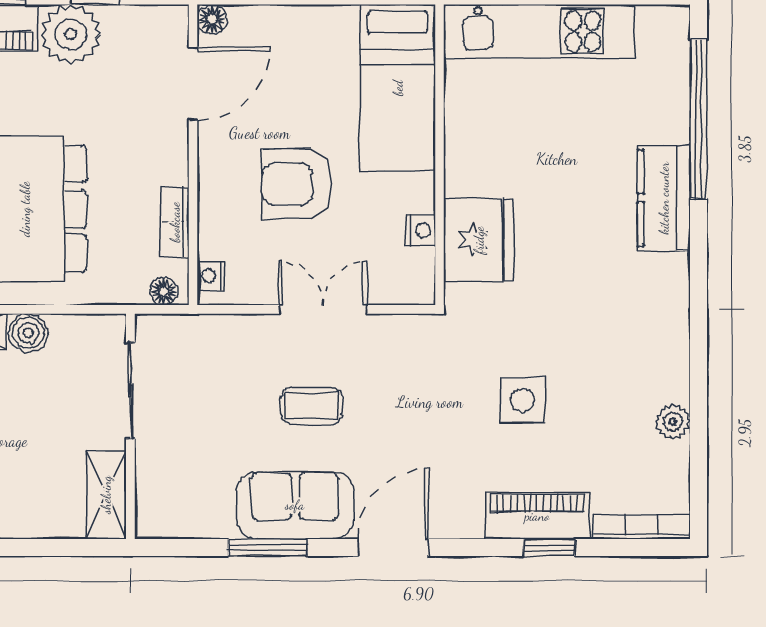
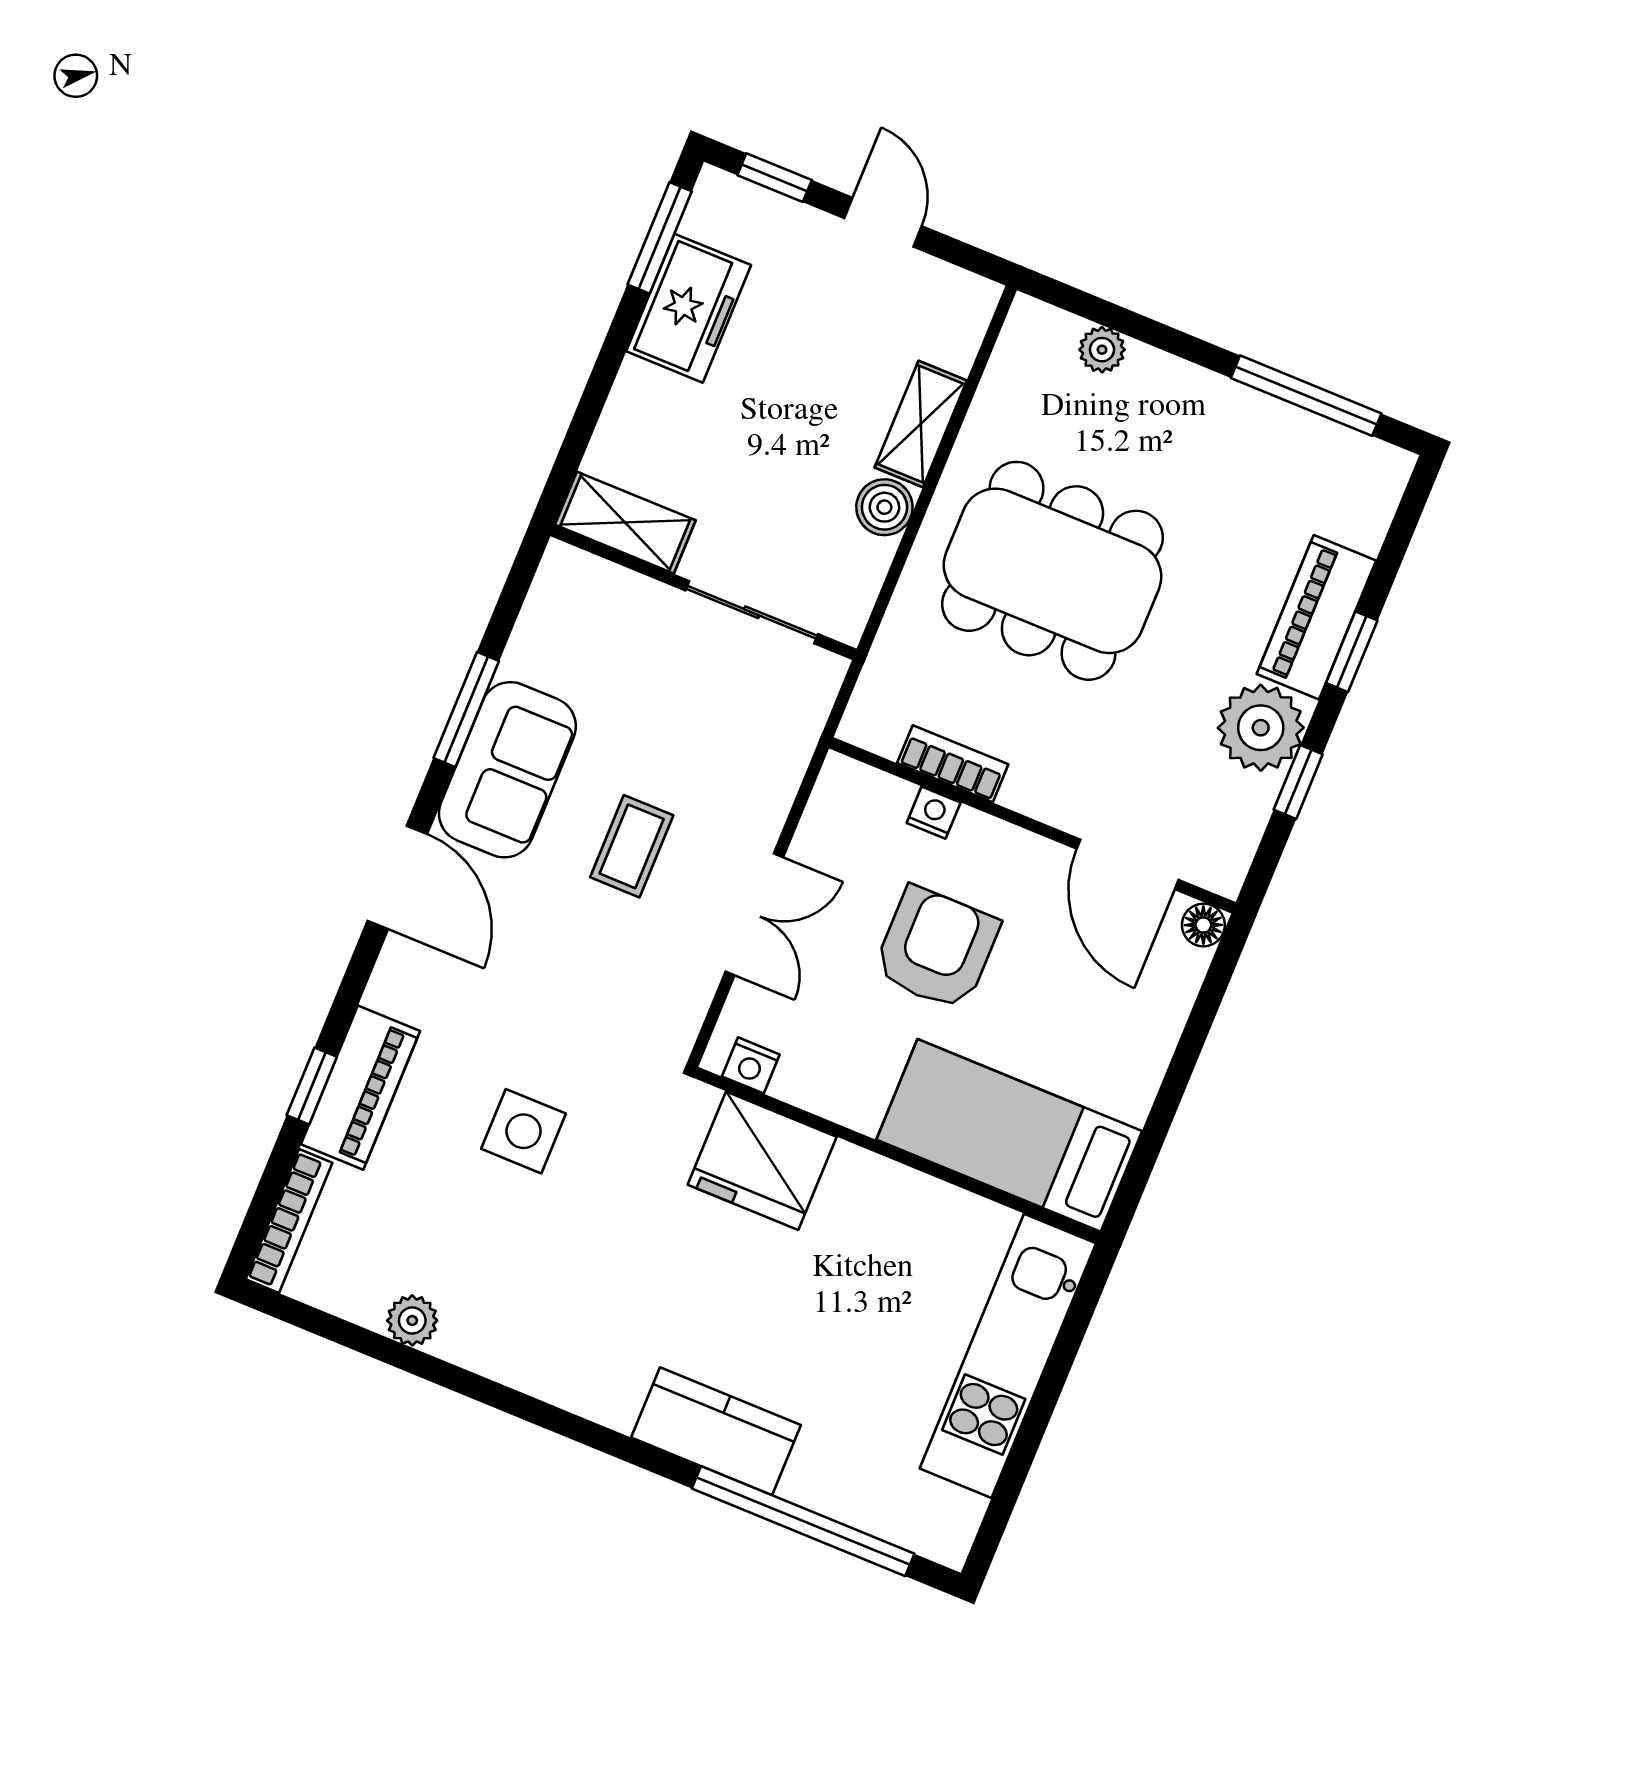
nightstand: (421, 230) -> (751, 1065), moved
nightstand: (211, 276) -> (934, 813), moved
floor lamp: (164, 291) -> (866, 711), removed

